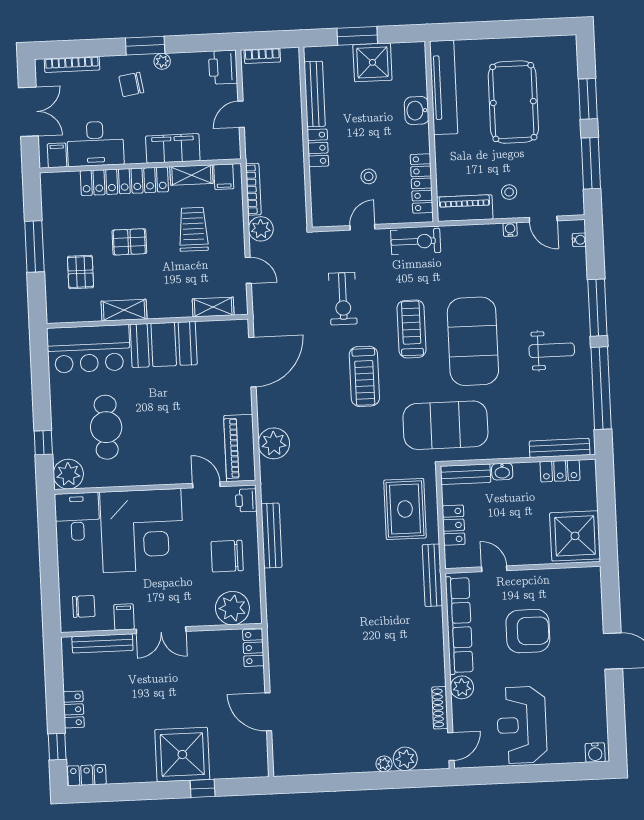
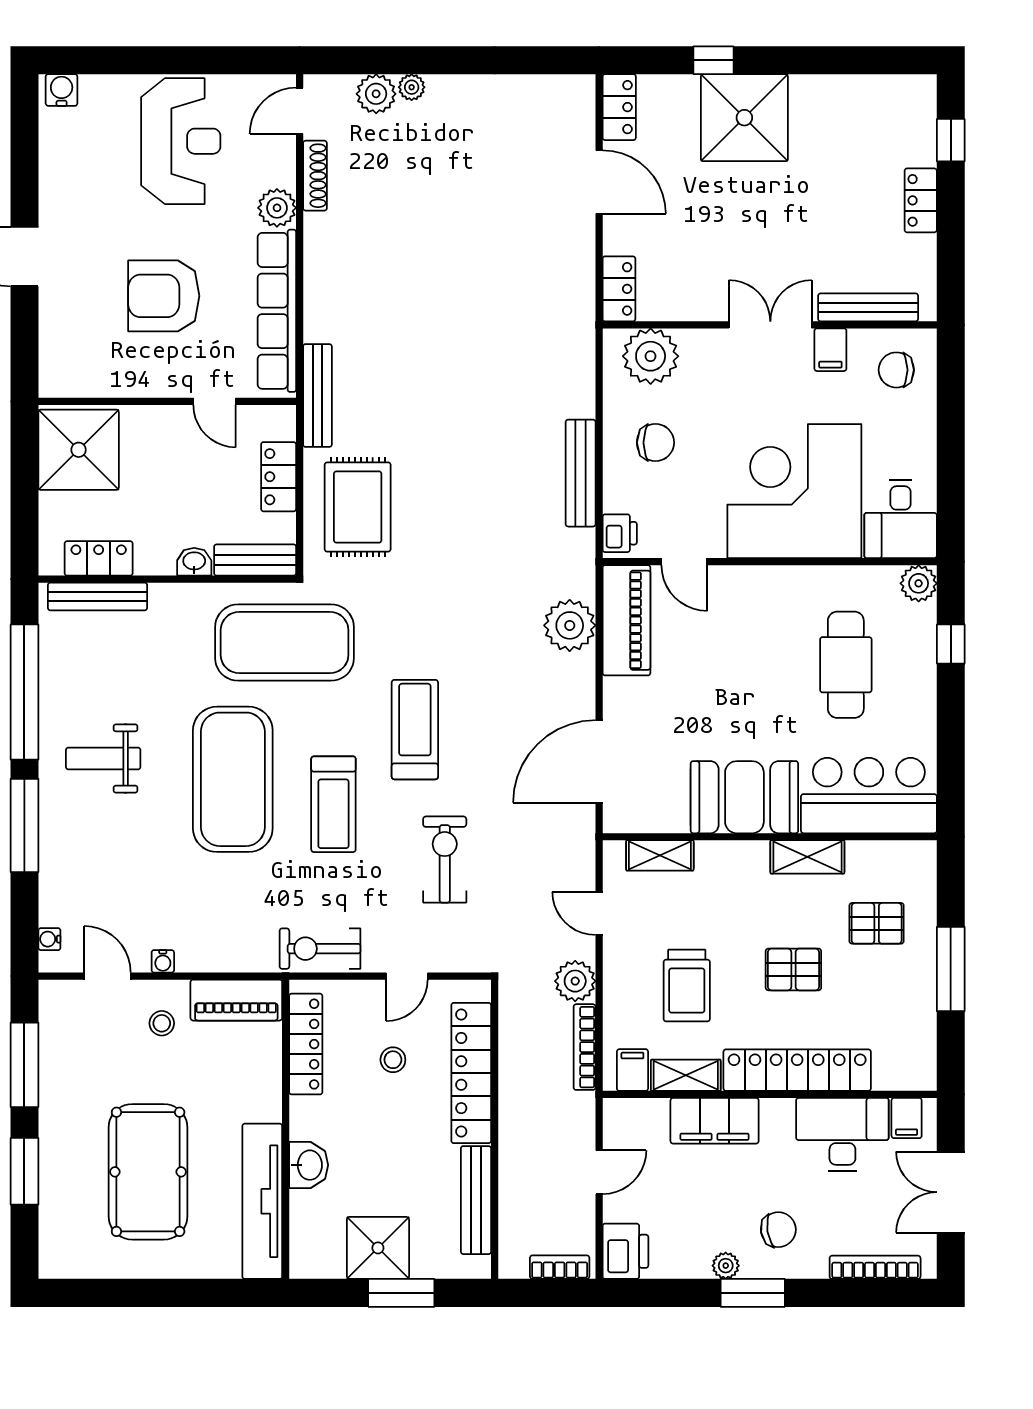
locker: (318, 148) -> (471, 1073), width x2.16, depth x1.21
pallet: (80, 272) -> (877, 923), turned 90
plant: (68, 474) -> (919, 583), width x0.73, depth x0.73
chair: (227, 556) -> (655, 443), width x0.73, depth x0.73
locker: (87, 775) -> (619, 107), moved, turned -90

